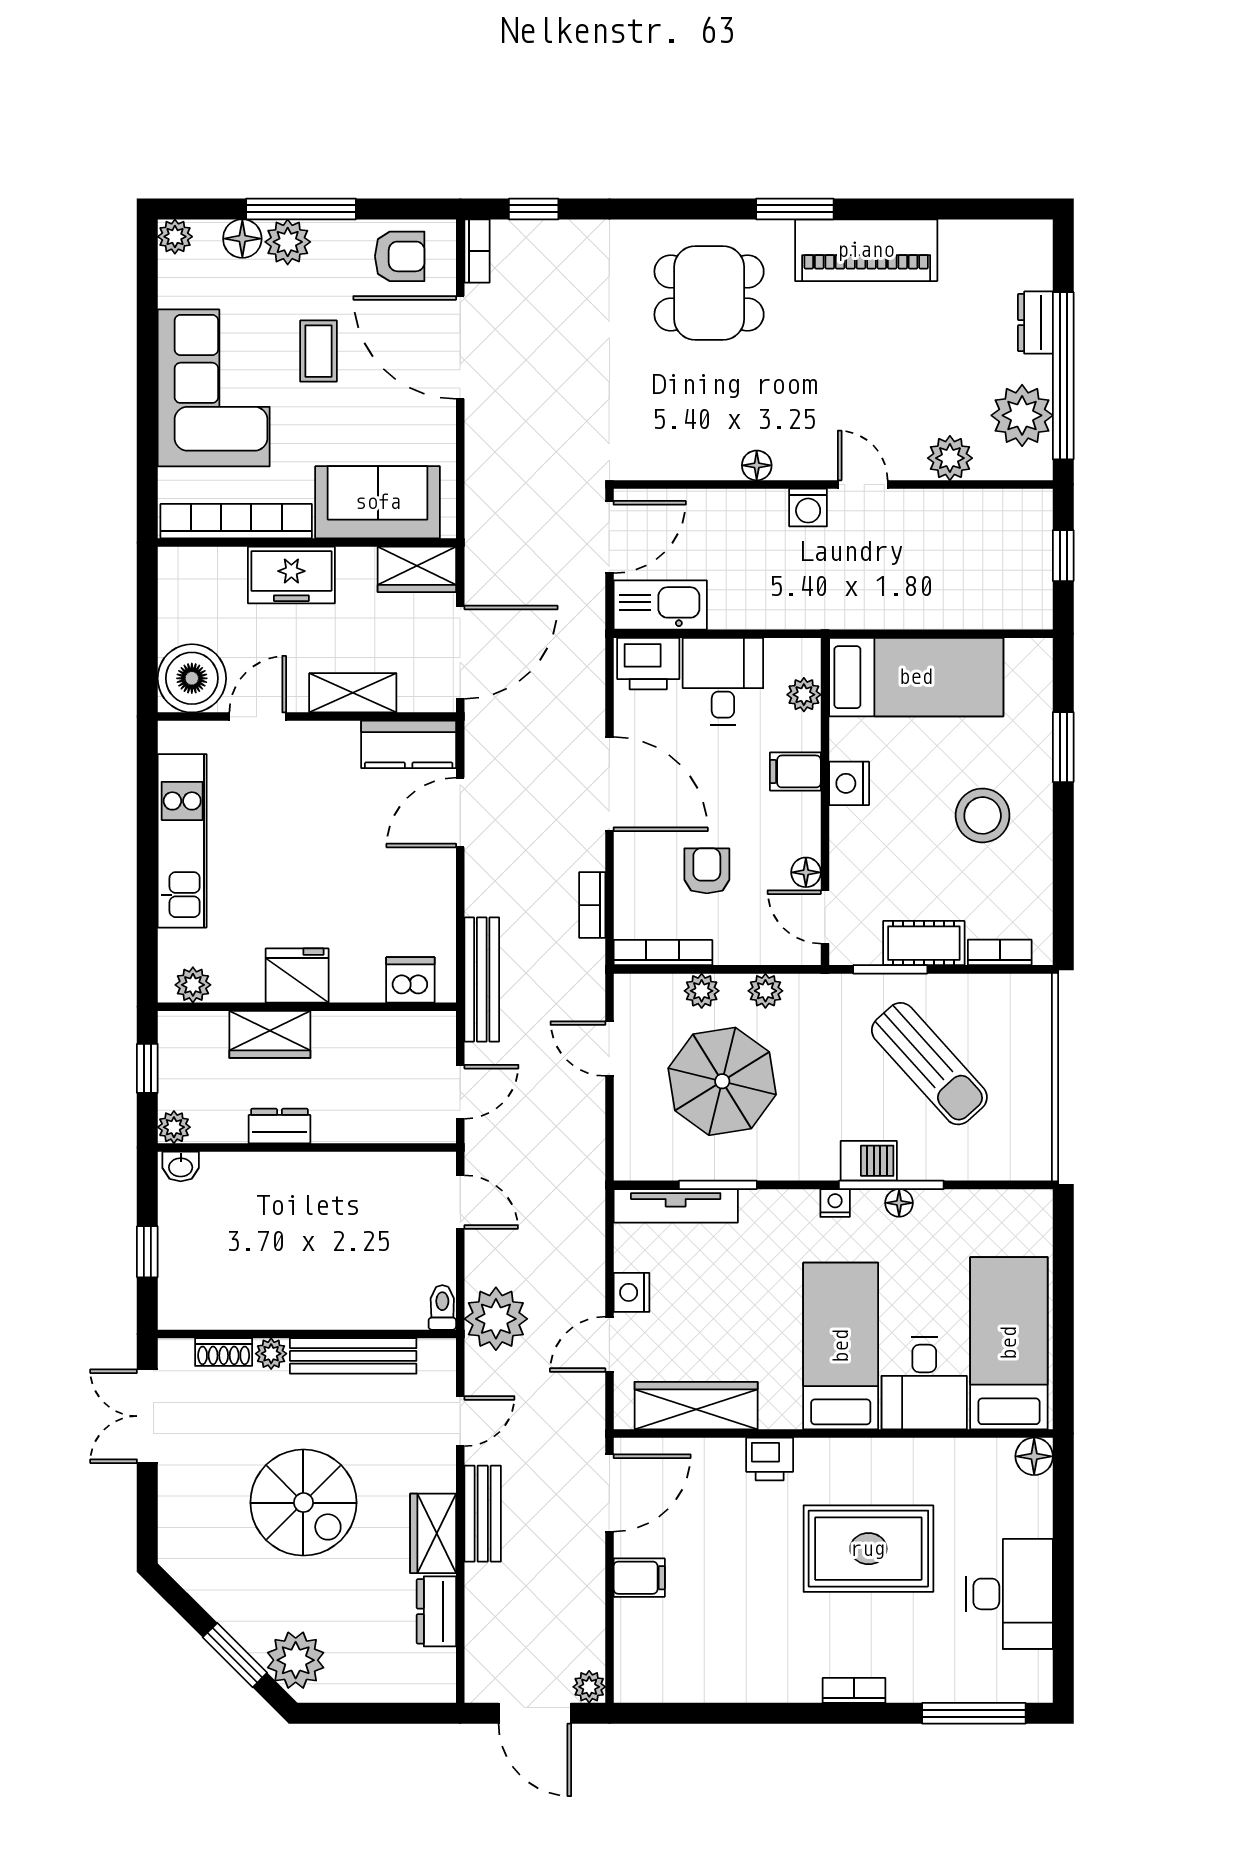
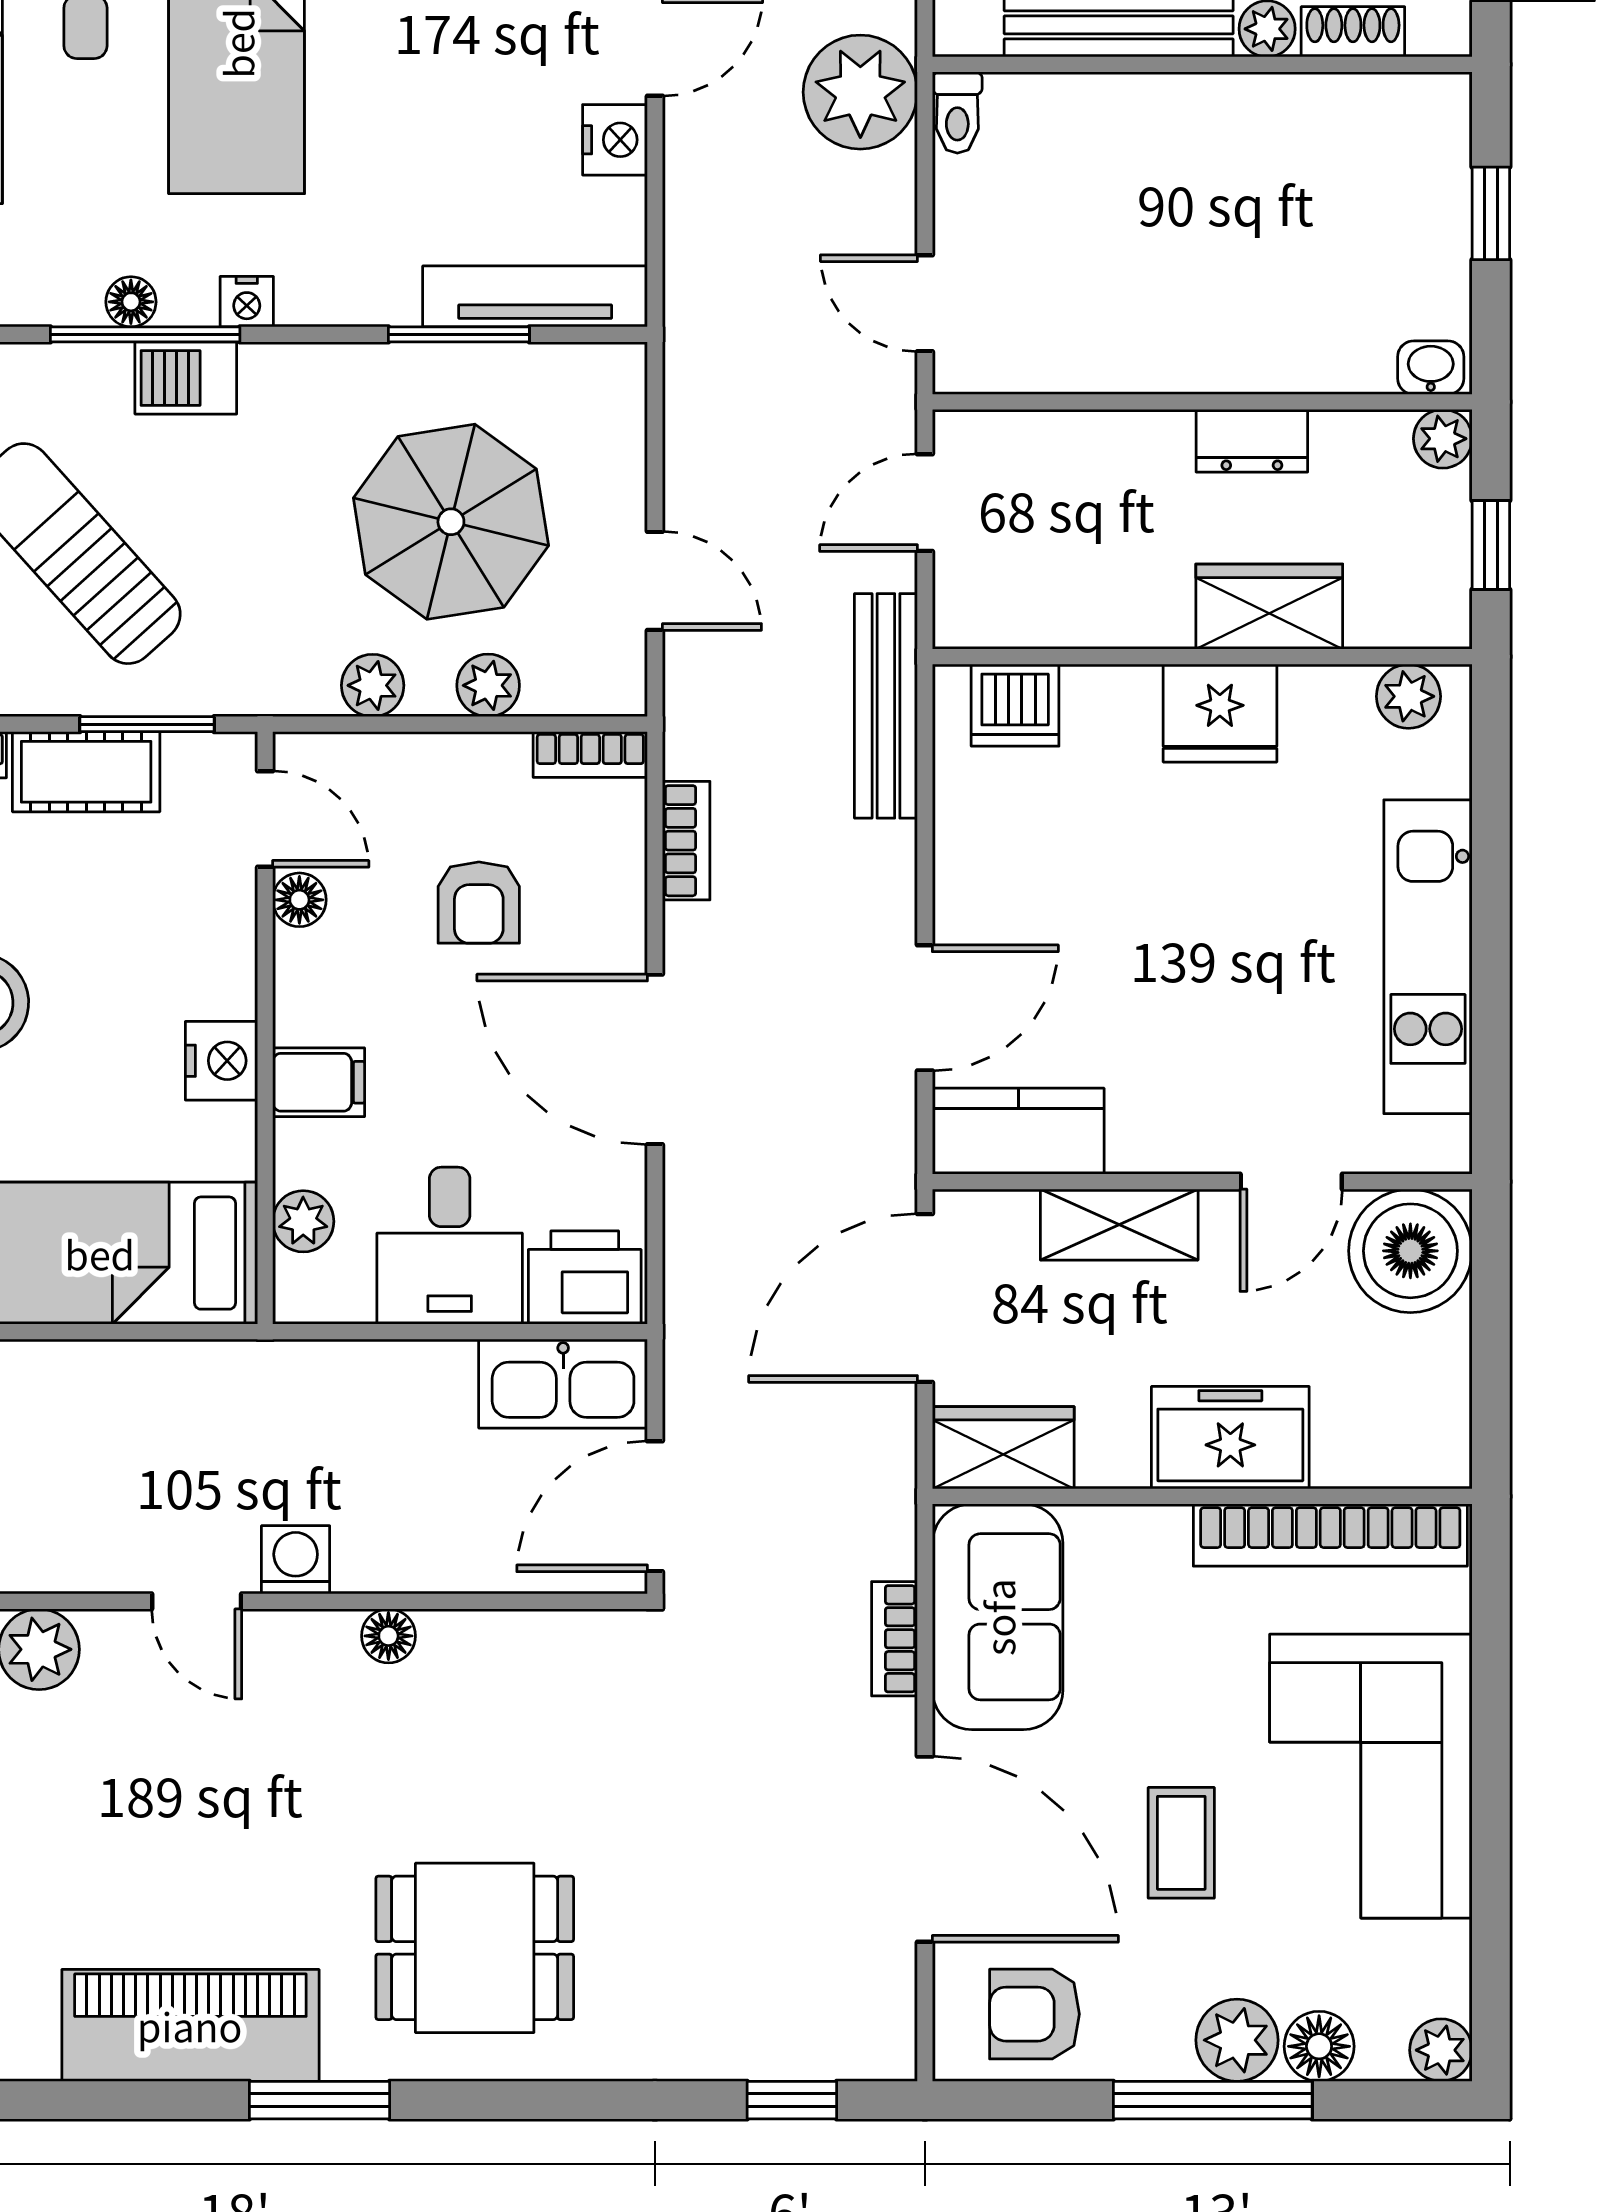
bookcase: (477, 251) -> (894, 1639), moved
sofa: (378, 502) -> (998, 1617), moved, turned -90
bookcase: (663, 953) -> (590, 755), width x0.64

